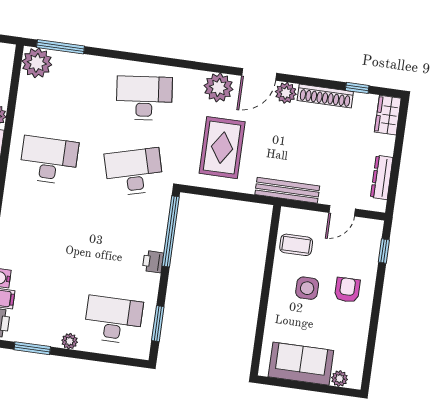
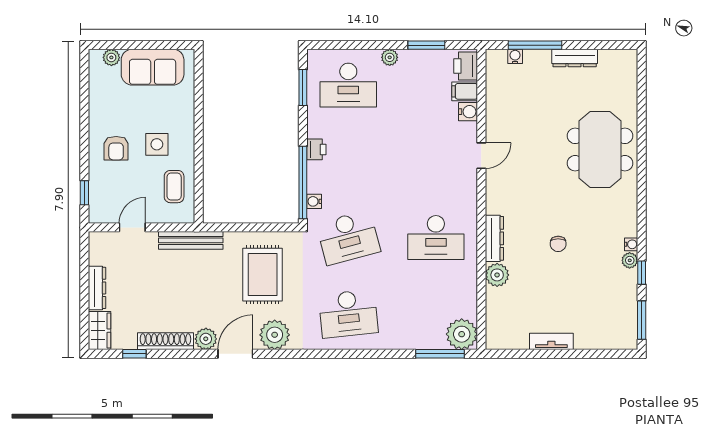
dresser: (382, 177) -> (97, 288), moved
water cooler: (162, 212) -> (314, 201), added
coffee table: (296, 245) -> (174, 187), turned 90

